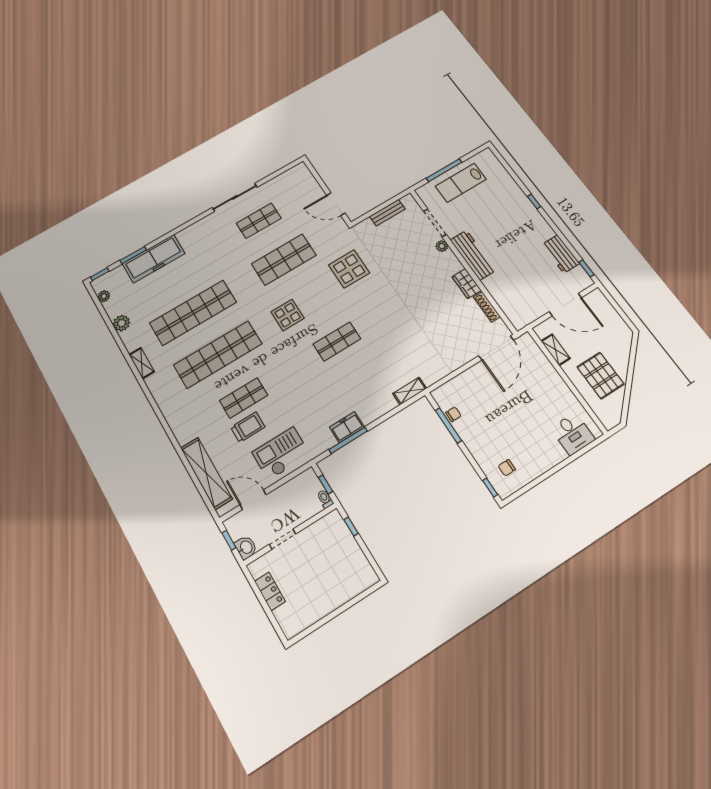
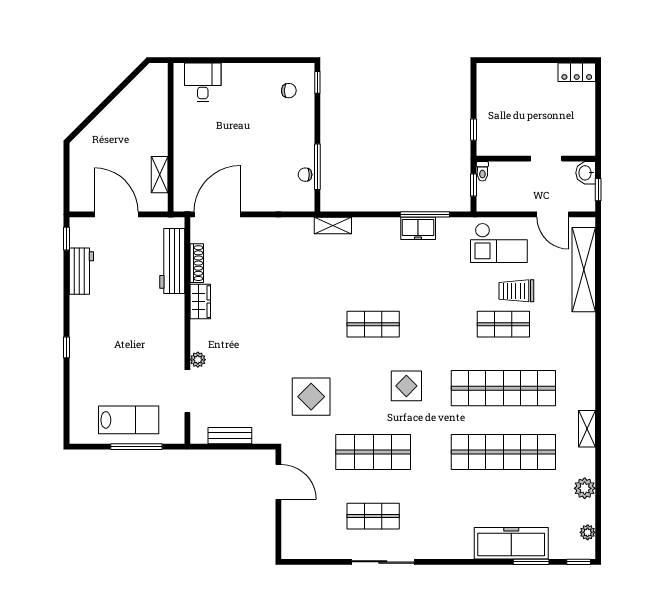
workbench: (473, 255) -> (172, 261), moved
pallet: (601, 376) -> (134, 121), removed
locker: (270, 591) -> (577, 72), moved, turned -90

